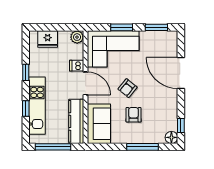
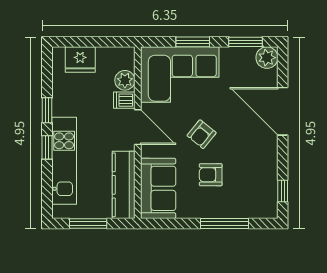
plant: (77, 37) -> (125, 80), moved
plant: (170, 38) -> (267, 58), added
window: (26, 109) -> (47, 147), moved
armchair: (134, 115) -> (211, 175), turned -90
floor lamp: (171, 137) -> (268, 209), removed
window: (53, 147) -> (88, 223), width x0.69

